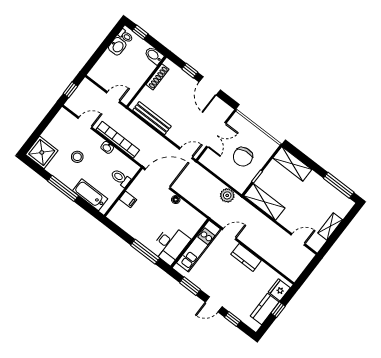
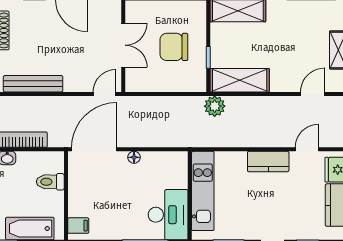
chair: (243, 157) -> (174, 47), turned 99
plant: (227, 195) -> (215, 106), moved
filing cabinet: (128, 199) -> (78, 226), moved
door: (229, 234) -> (307, 149), moved

